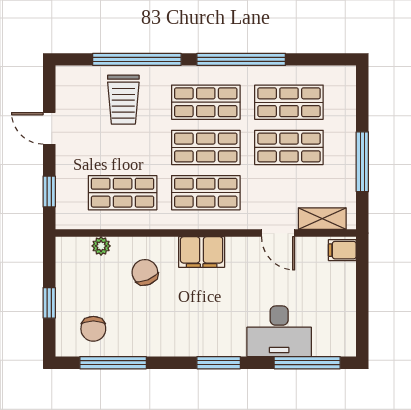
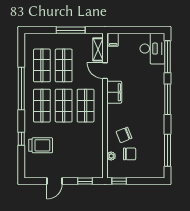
window: (137, 59) -> (21, 139), width x0.32
shop shelf: (123, 193) -> (86, 146), removed
door: (278, 233) -> (105, 71), swing flipped
filing cabinet: (202, 252) -> (114, 92), moved
window: (49, 303) -> (119, 181), moved
chair: (93, 329) -> (130, 154), moved
desk: (279, 331) -> (152, 49), moved
window: (219, 363) -> (167, 99), width x1.44

